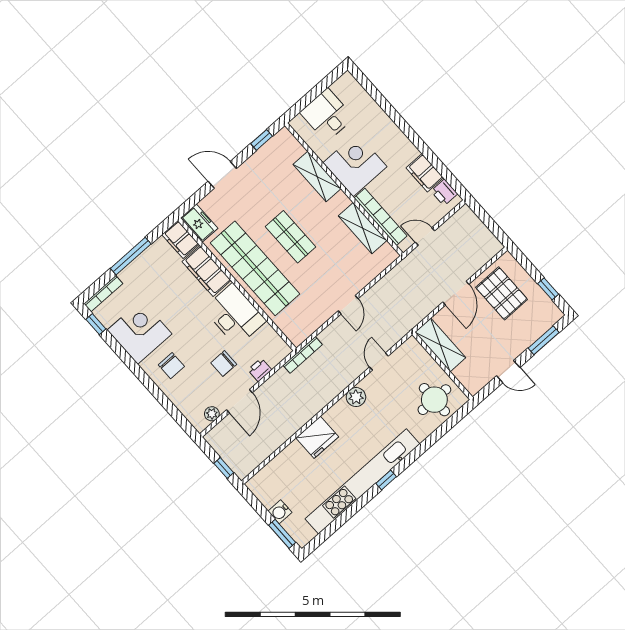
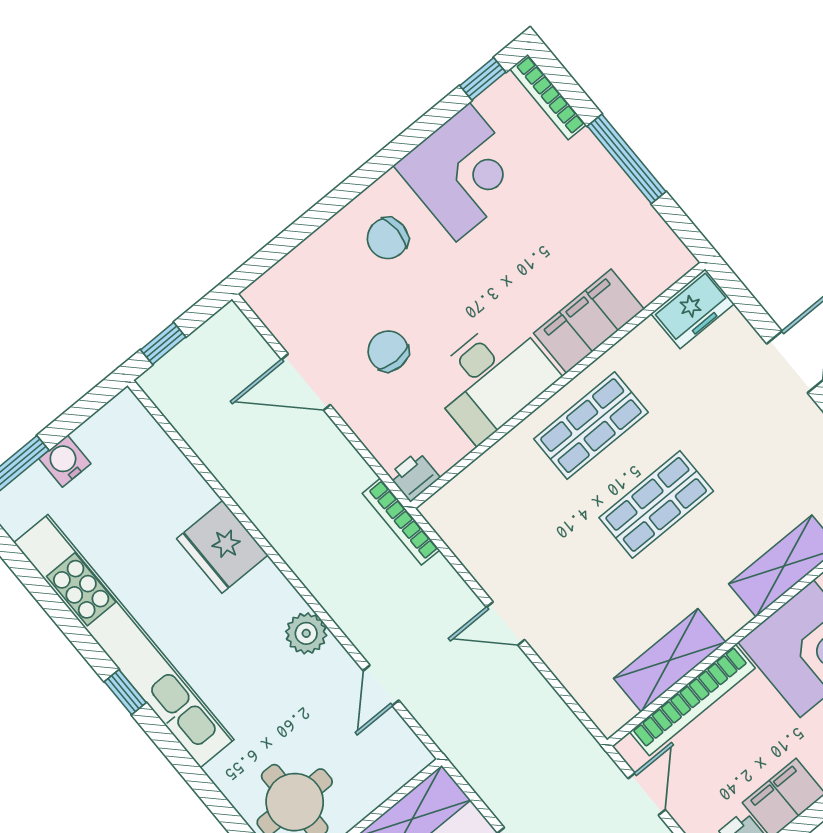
filing cabinet: (180, 239) -> (659, 267), removed
shop shelf: (255, 268) -> (591, 426), width x0.50, depth x0.74
door: (379, 362) -> (381, 685), swing flipped
printer: (260, 370) -> (414, 476), moved, turned -90
plant: (212, 414) -> (281, 322), removed

